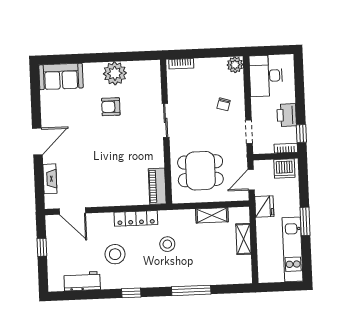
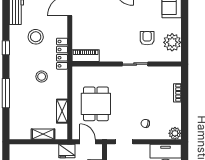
sliding door: (166, 120) -> (135, 64), moved
wall: (166, 132) -> (127, 64), moved
piano: (157, 186) -> (86, 56), moved

